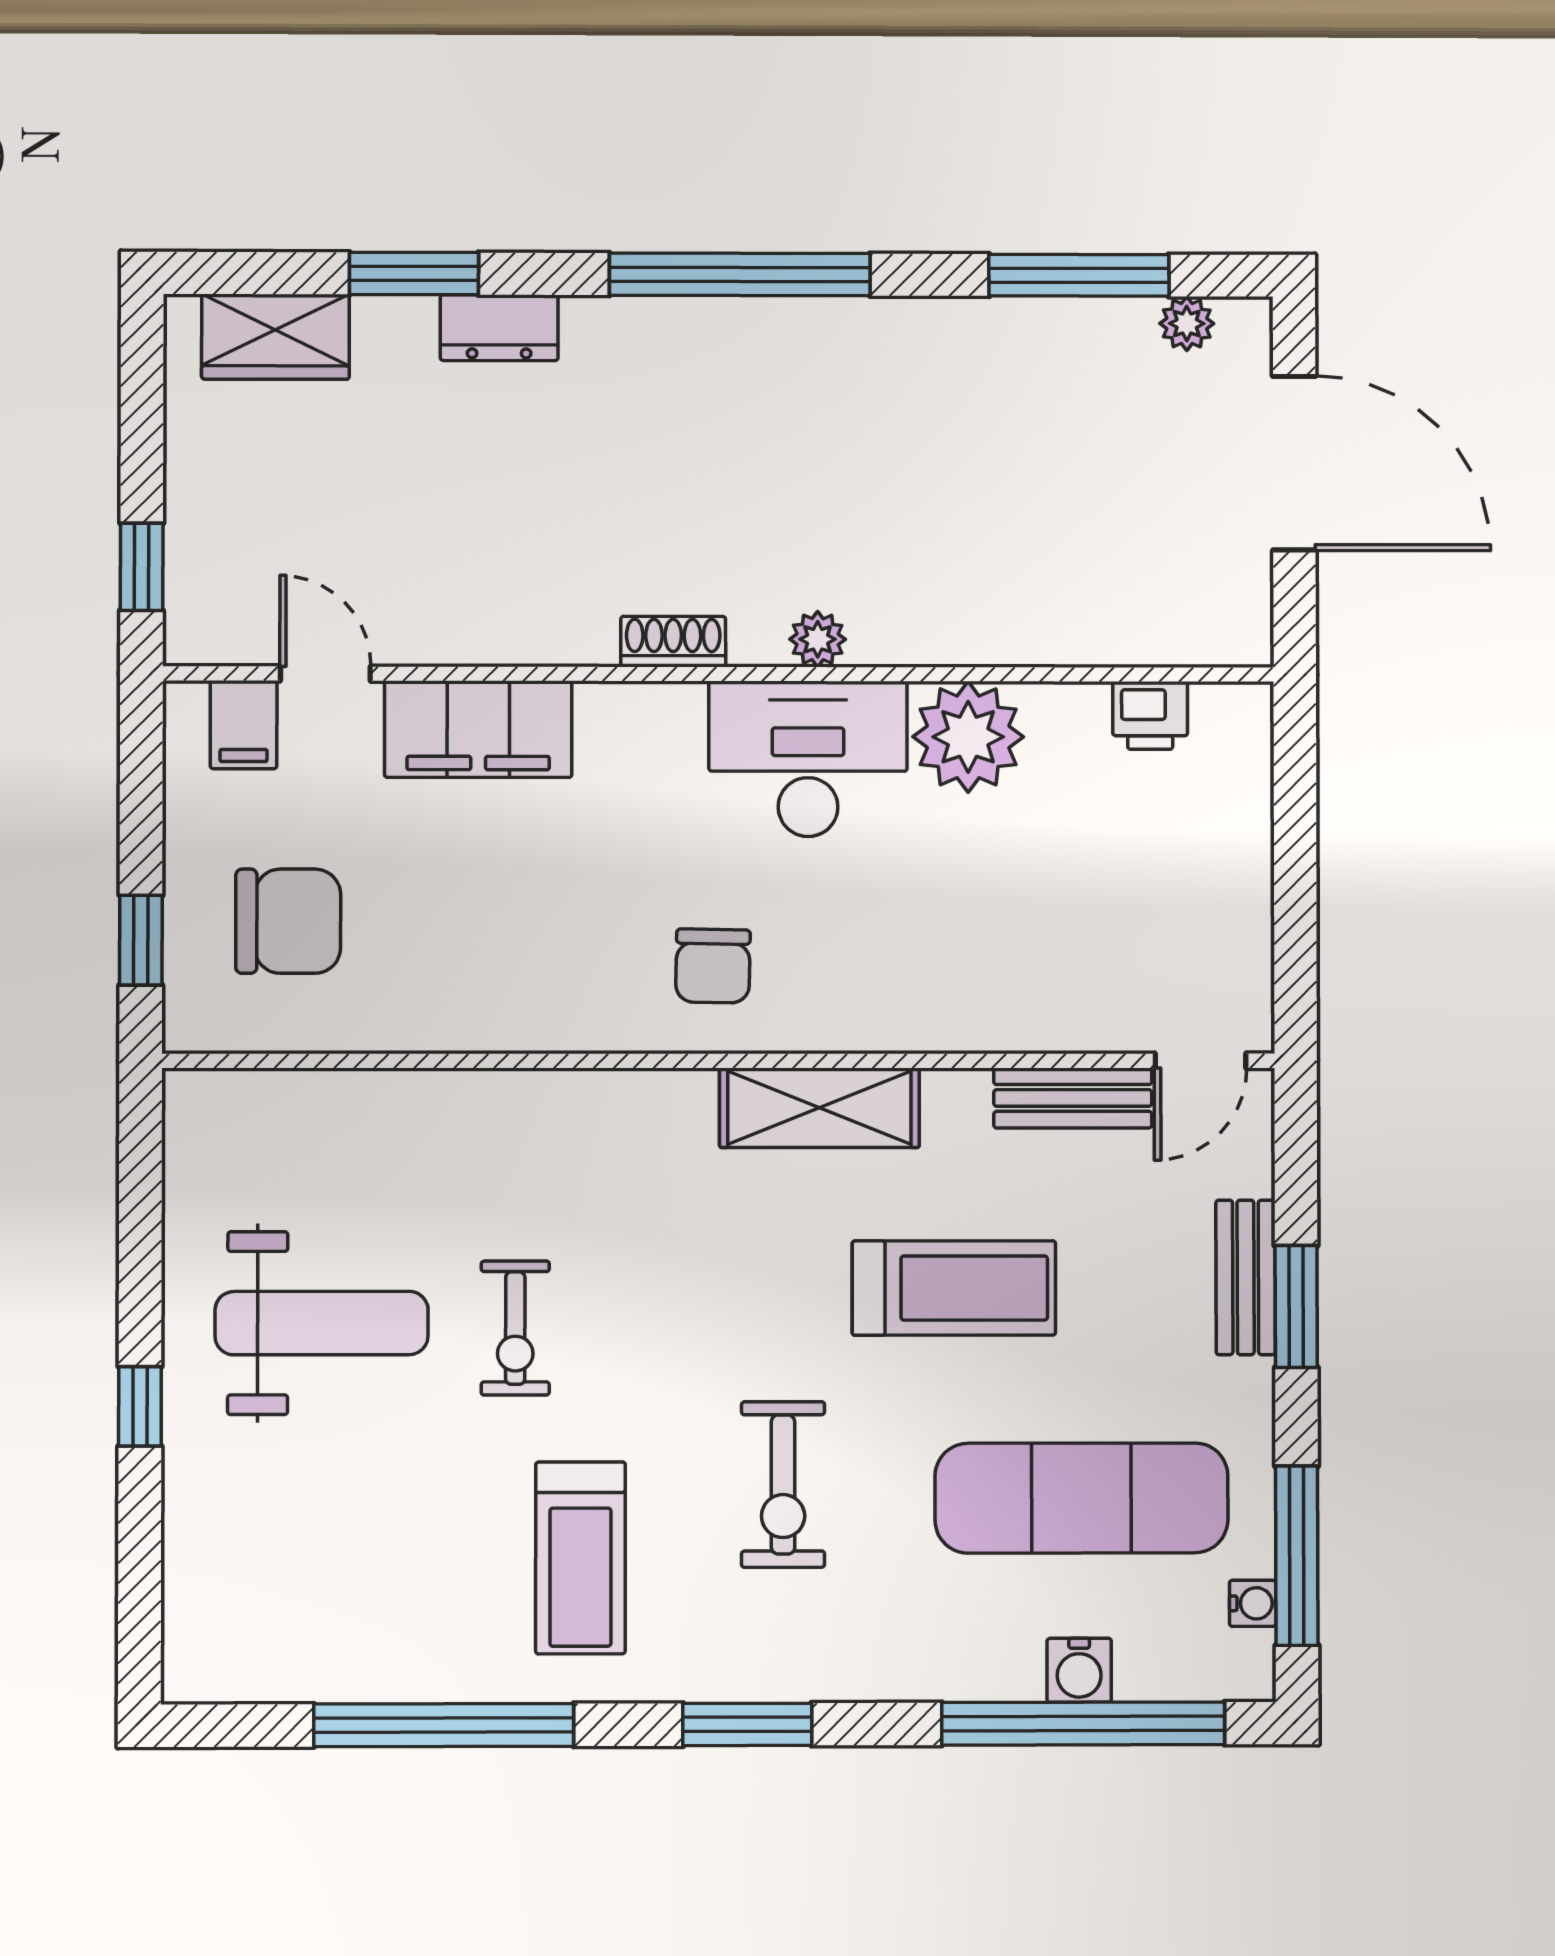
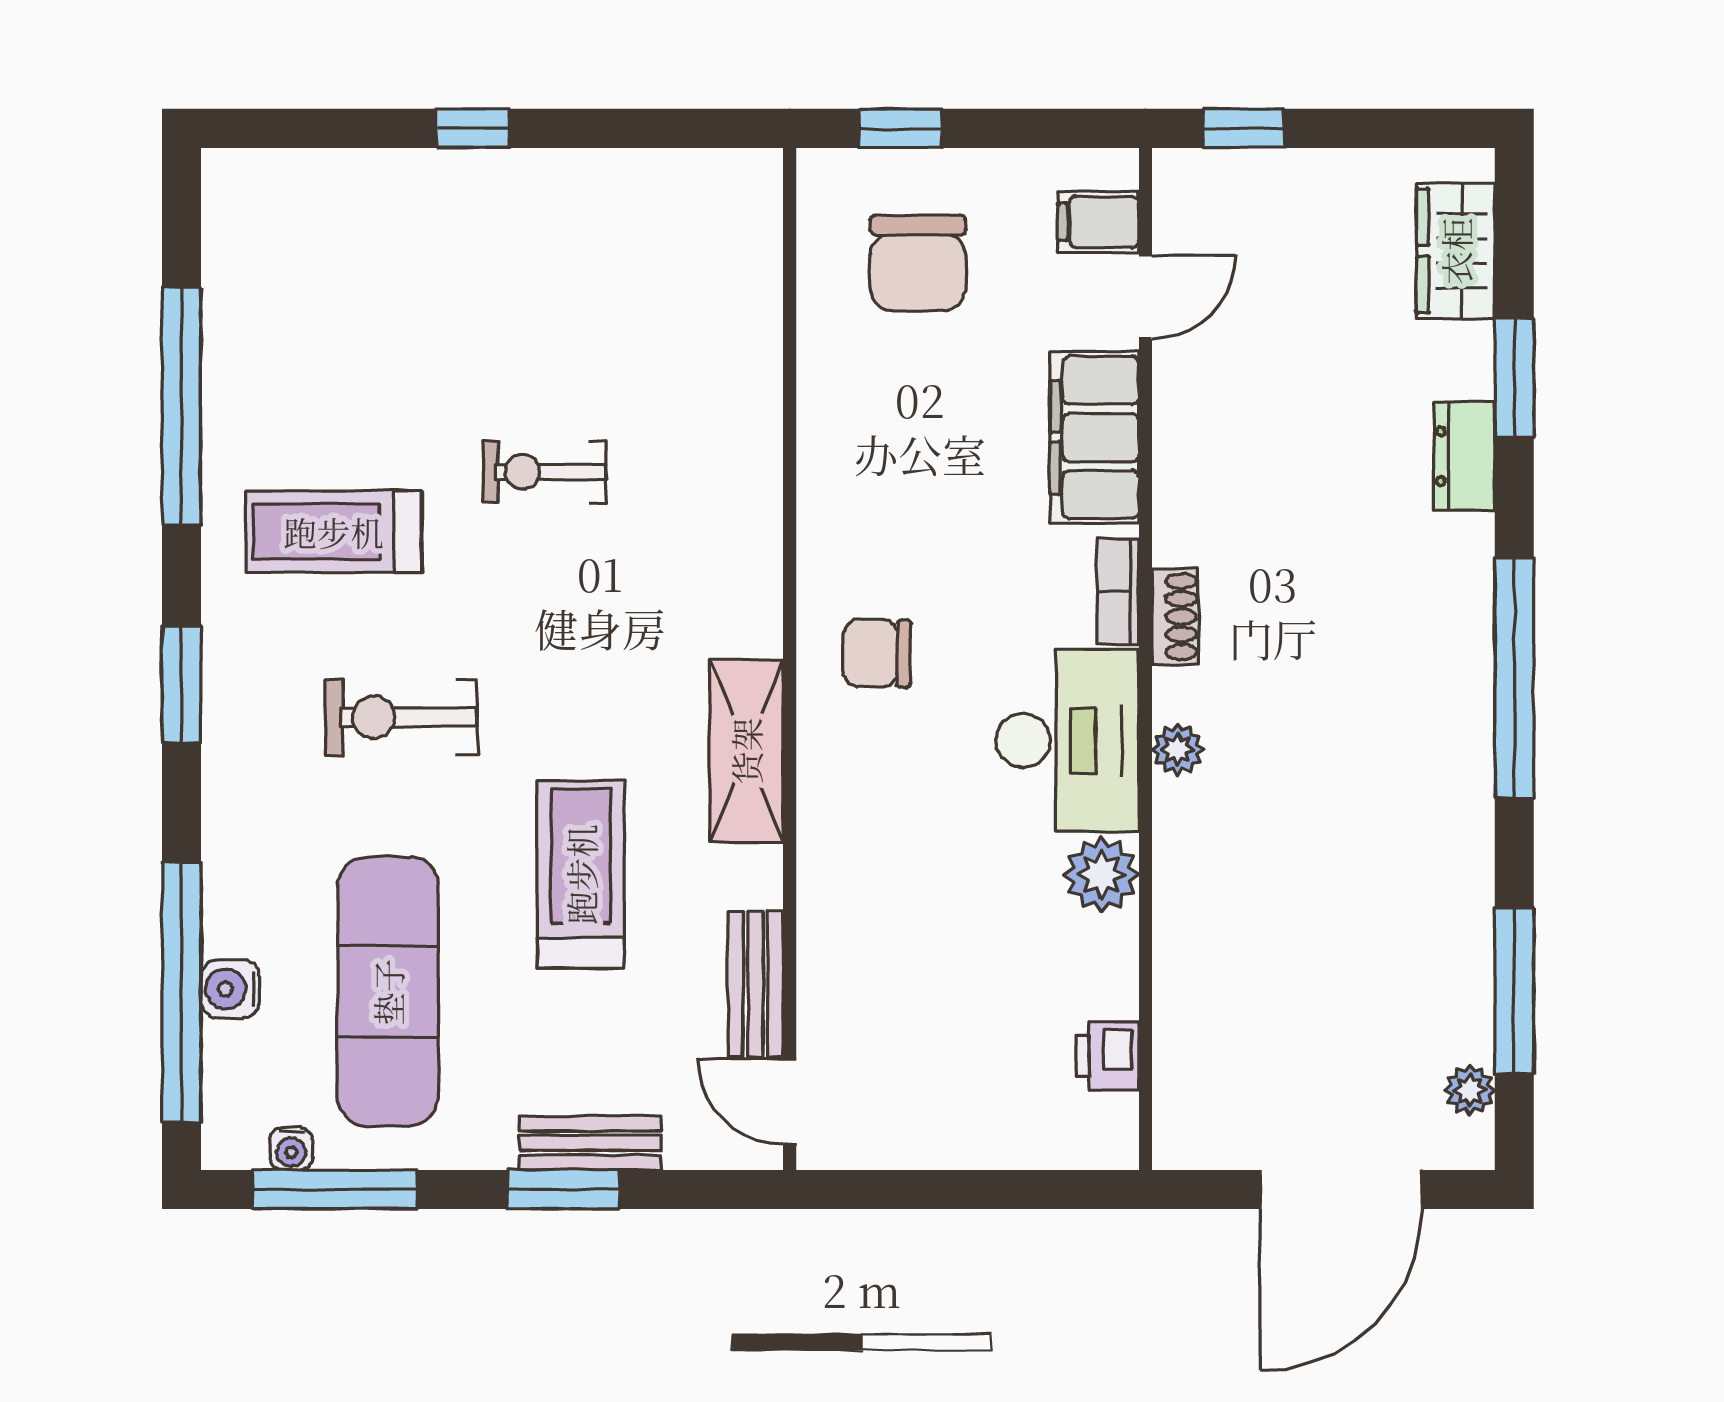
bookcase: (646, 704) -> (1118, 591), added
plant: (968, 737) -> (1102, 874), width x0.73, depth x0.73
treadmill: (954, 1288) -> (581, 874), turned 180
weight bench: (322, 1323) -> (549, 294), removed

